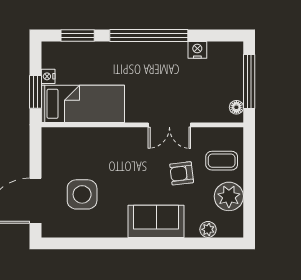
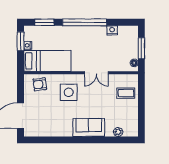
window: (249, 82) -> (141, 48), width x0.69
window: (35, 92) -> (21, 41), moved
armchair: (182, 173) -> (40, 84), moved
side table: (82, 194) -> (69, 92), moved
plant: (229, 196) -> (130, 113), removed

